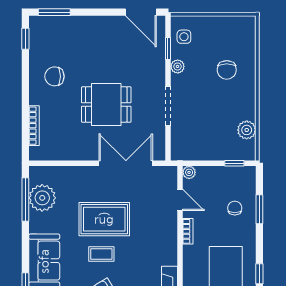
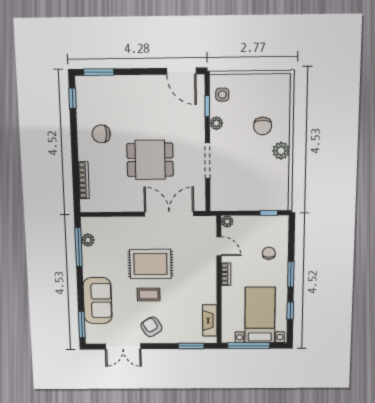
plant: (247, 130) -> (281, 151), moved
plant: (42, 198) -> (88, 240), width x0.53, depth x0.53
window: (259, 209) -> (291, 274), moved

